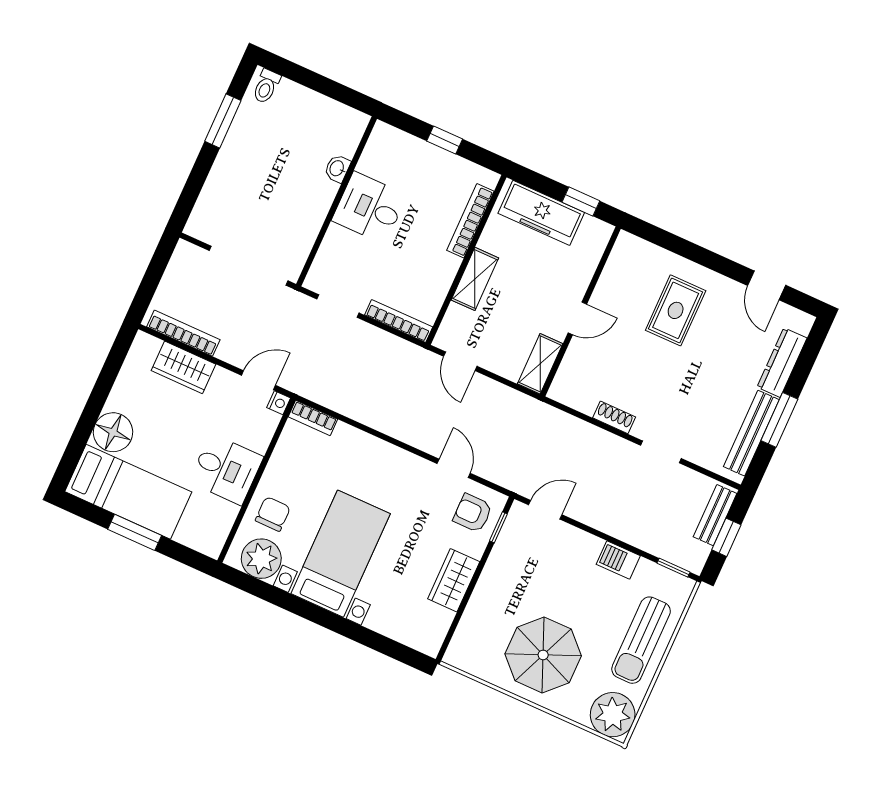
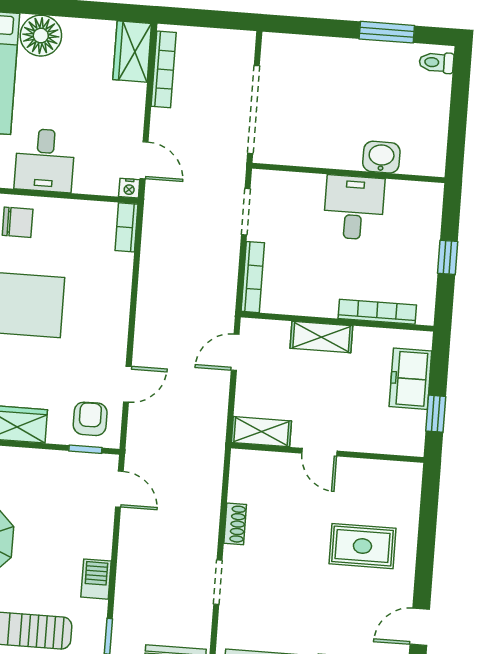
washbasin: (337, 168) -> (381, 157), width x1.38, depth x1.45
freezer: (541, 213) -> (410, 379), width x0.71
wardrobe: (184, 367) -> (132, 52), moved

